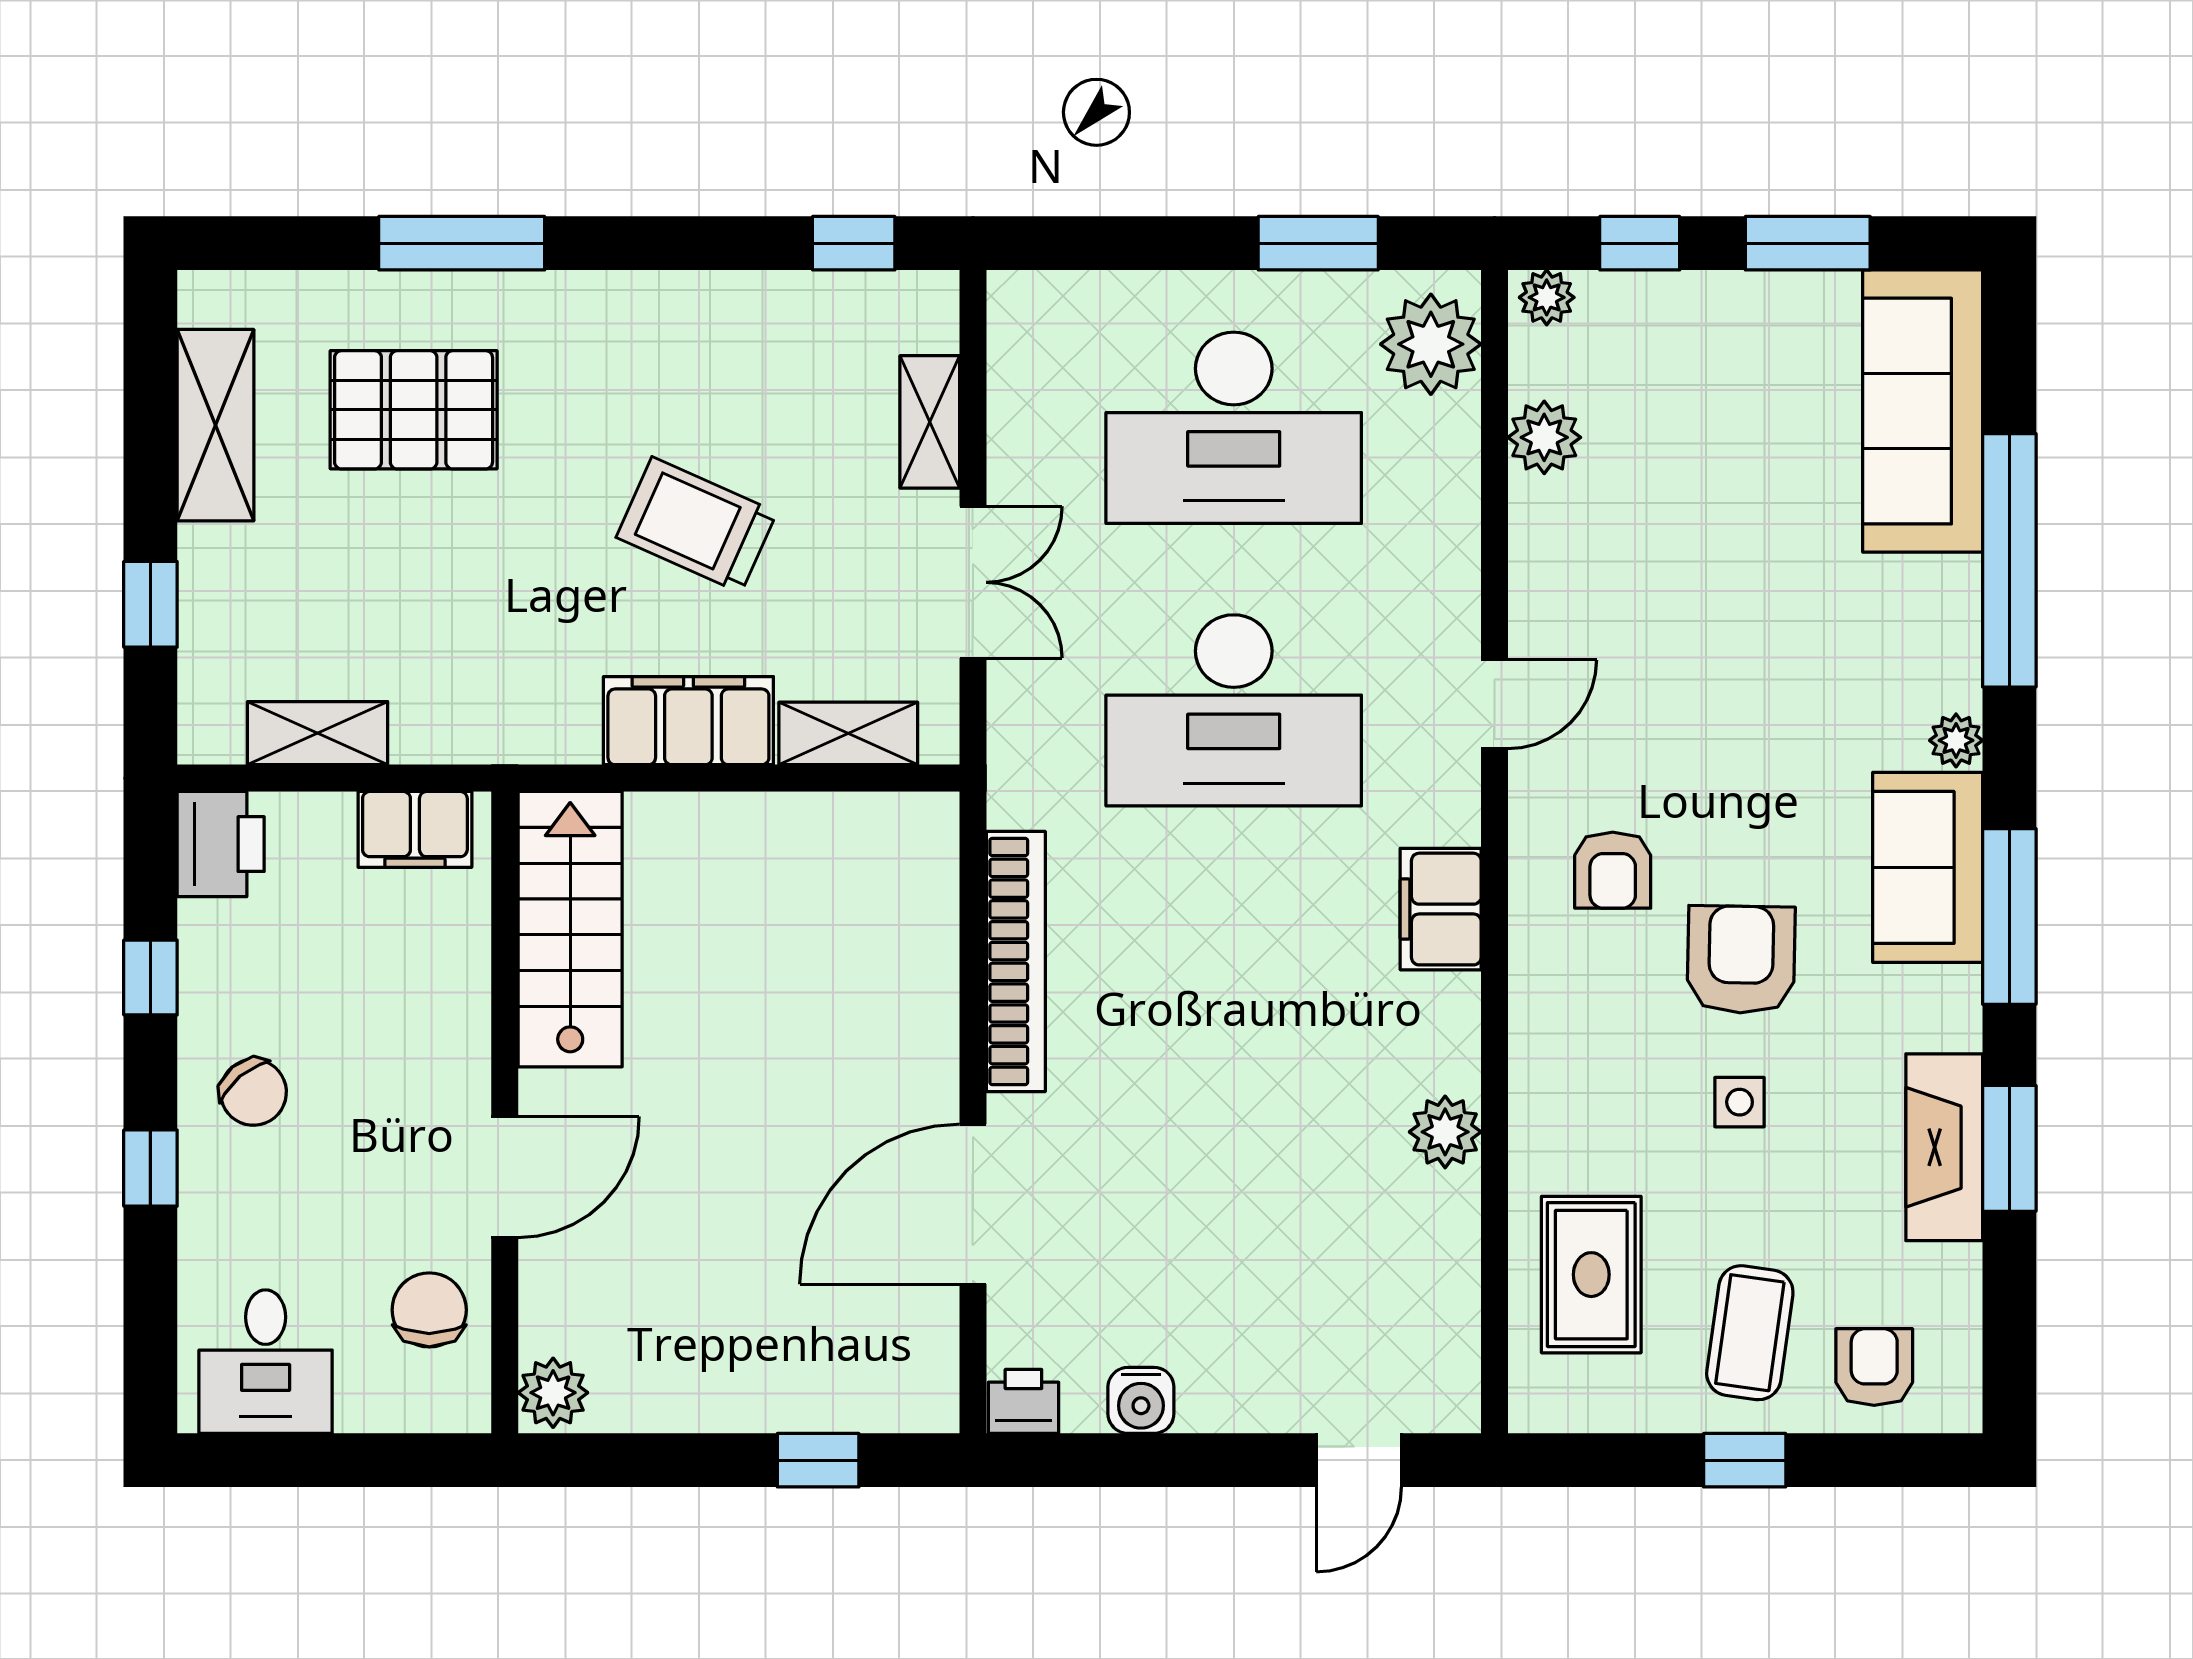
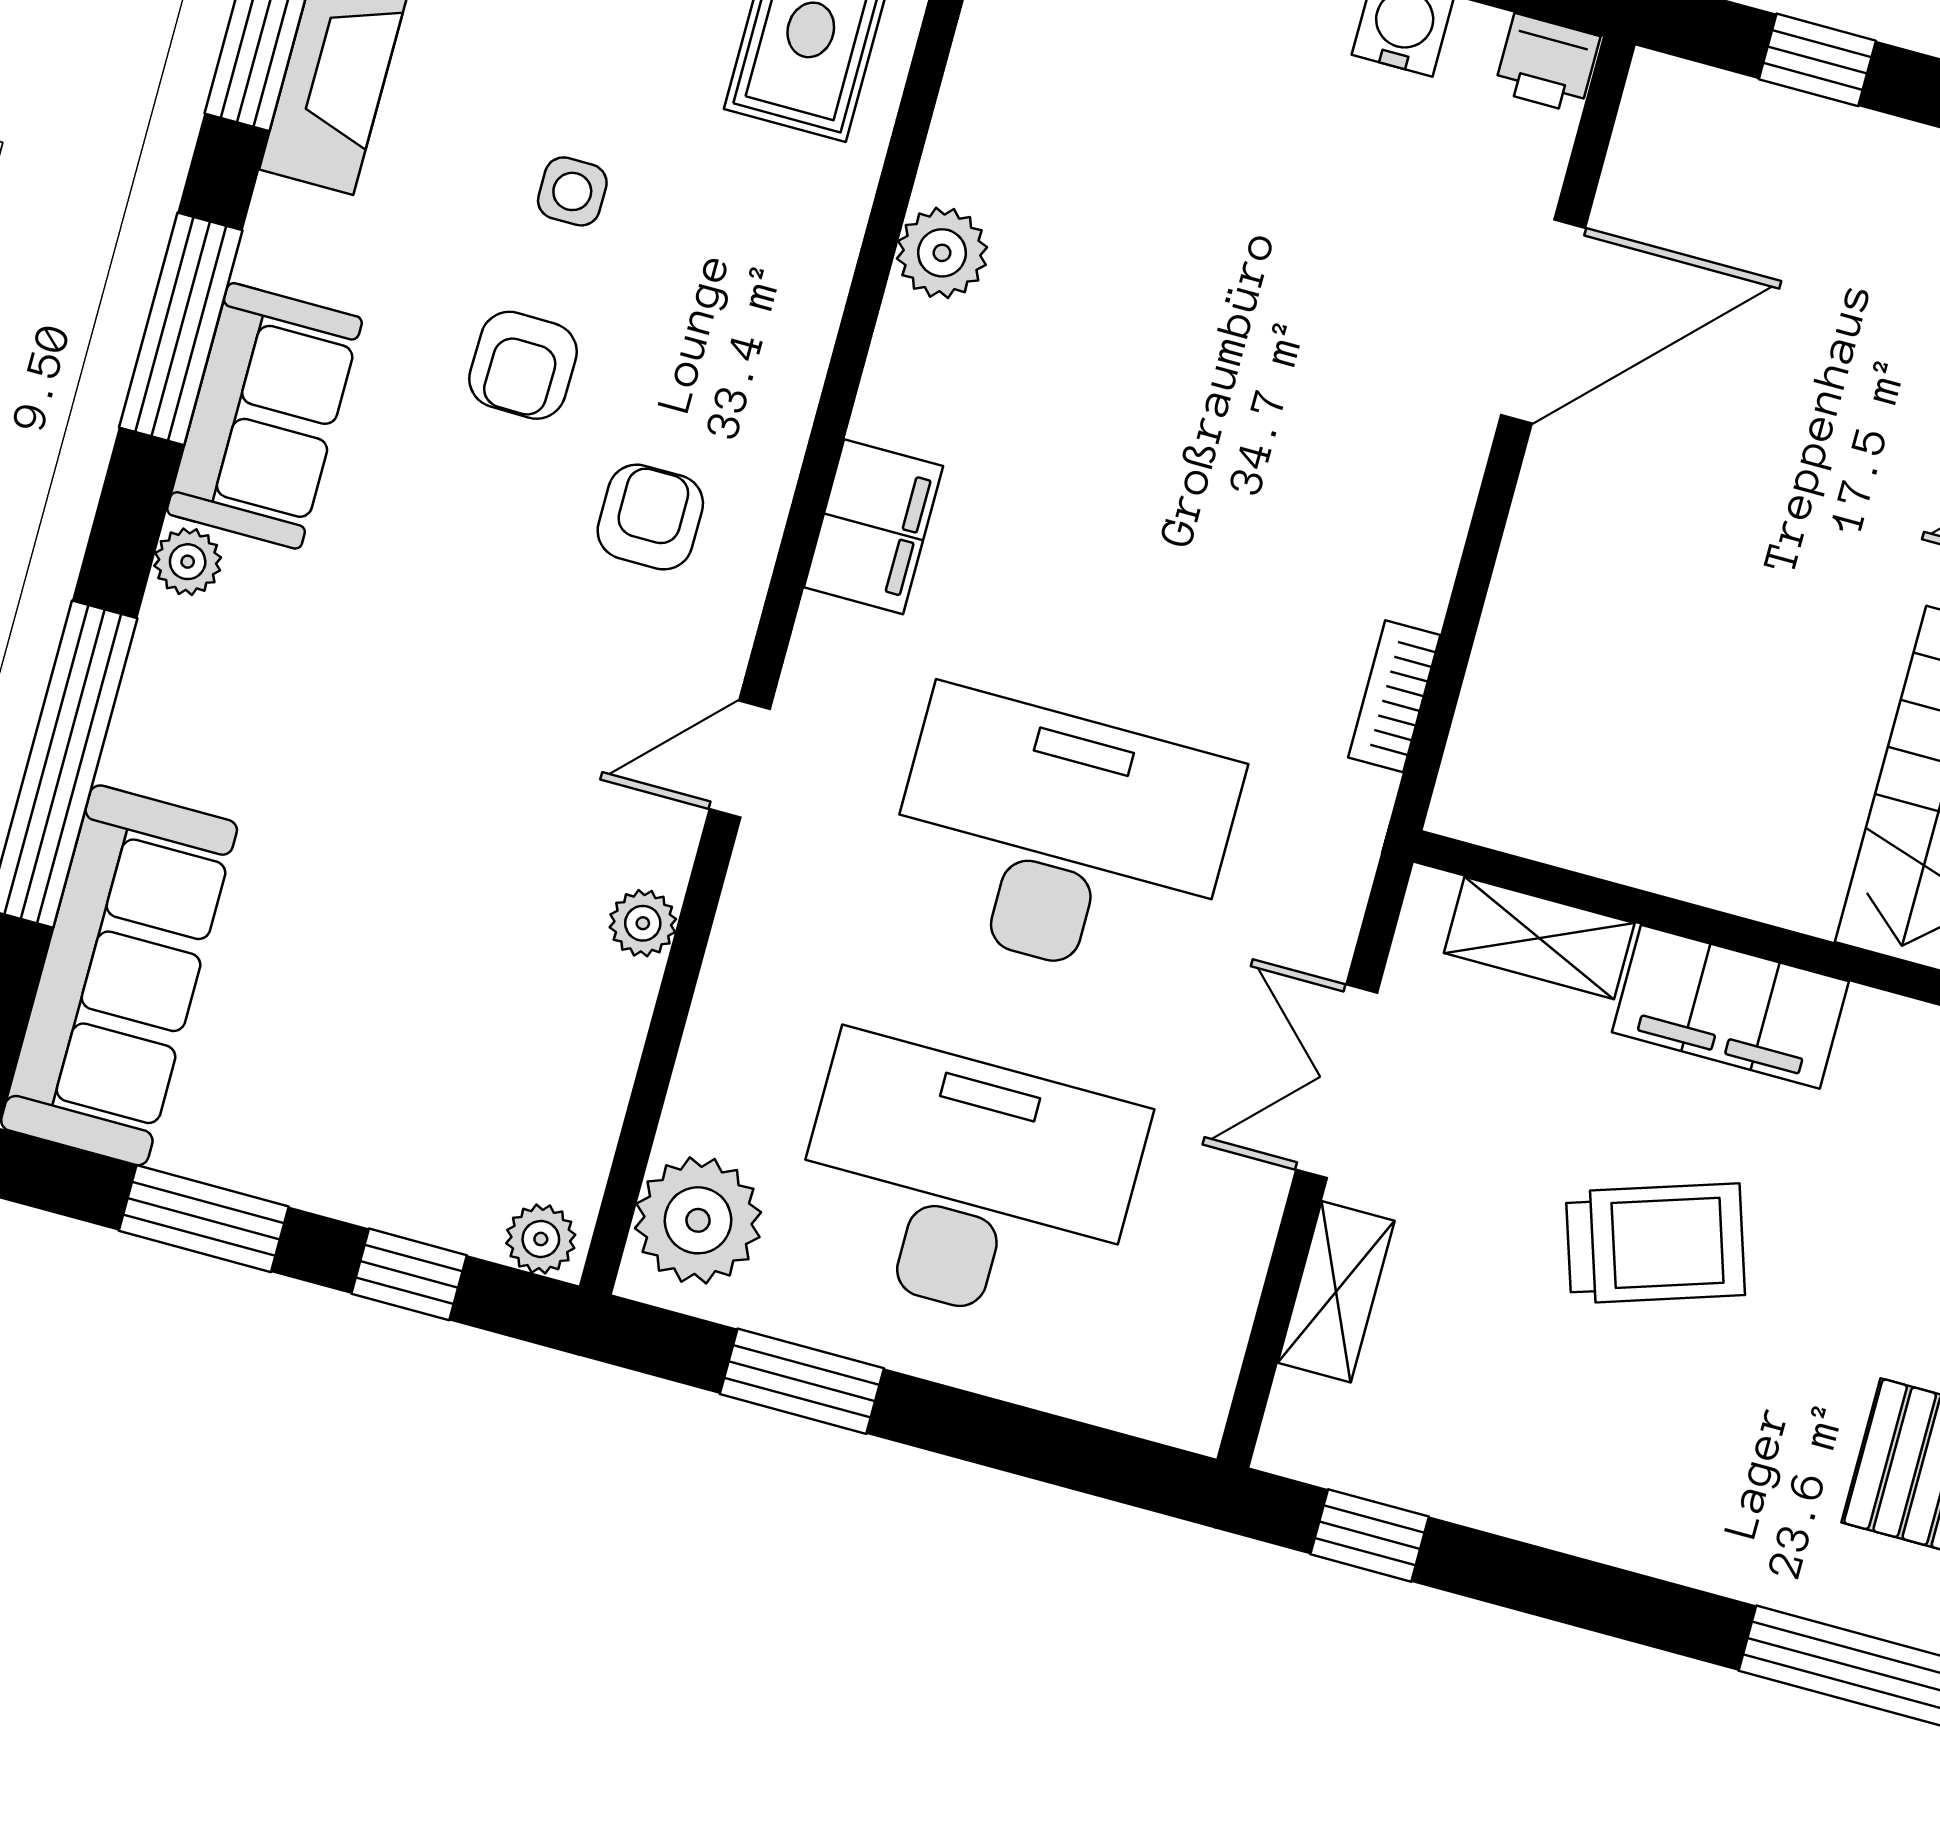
plant: (1544, 437) -> (643, 923), moved, width x0.73, depth x0.73
trolley: (696, 525) -> (1655, 1243), turned -42
armchair: (1741, 960) -> (523, 365), width x0.72, depth x0.72
bookcase: (1016, 961) -> (1394, 696), width x0.43, depth x0.76

